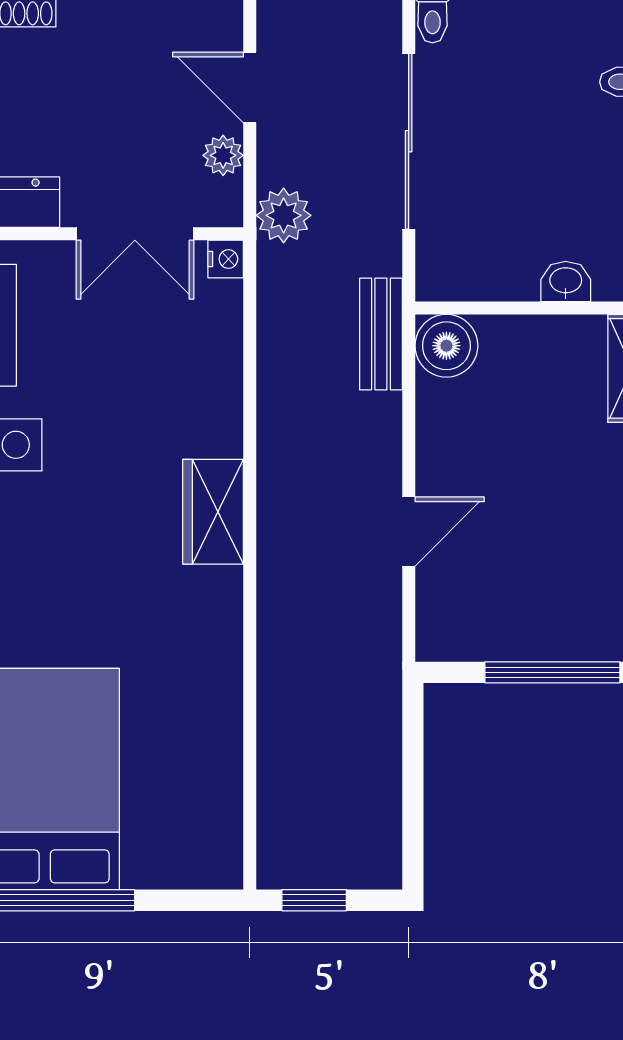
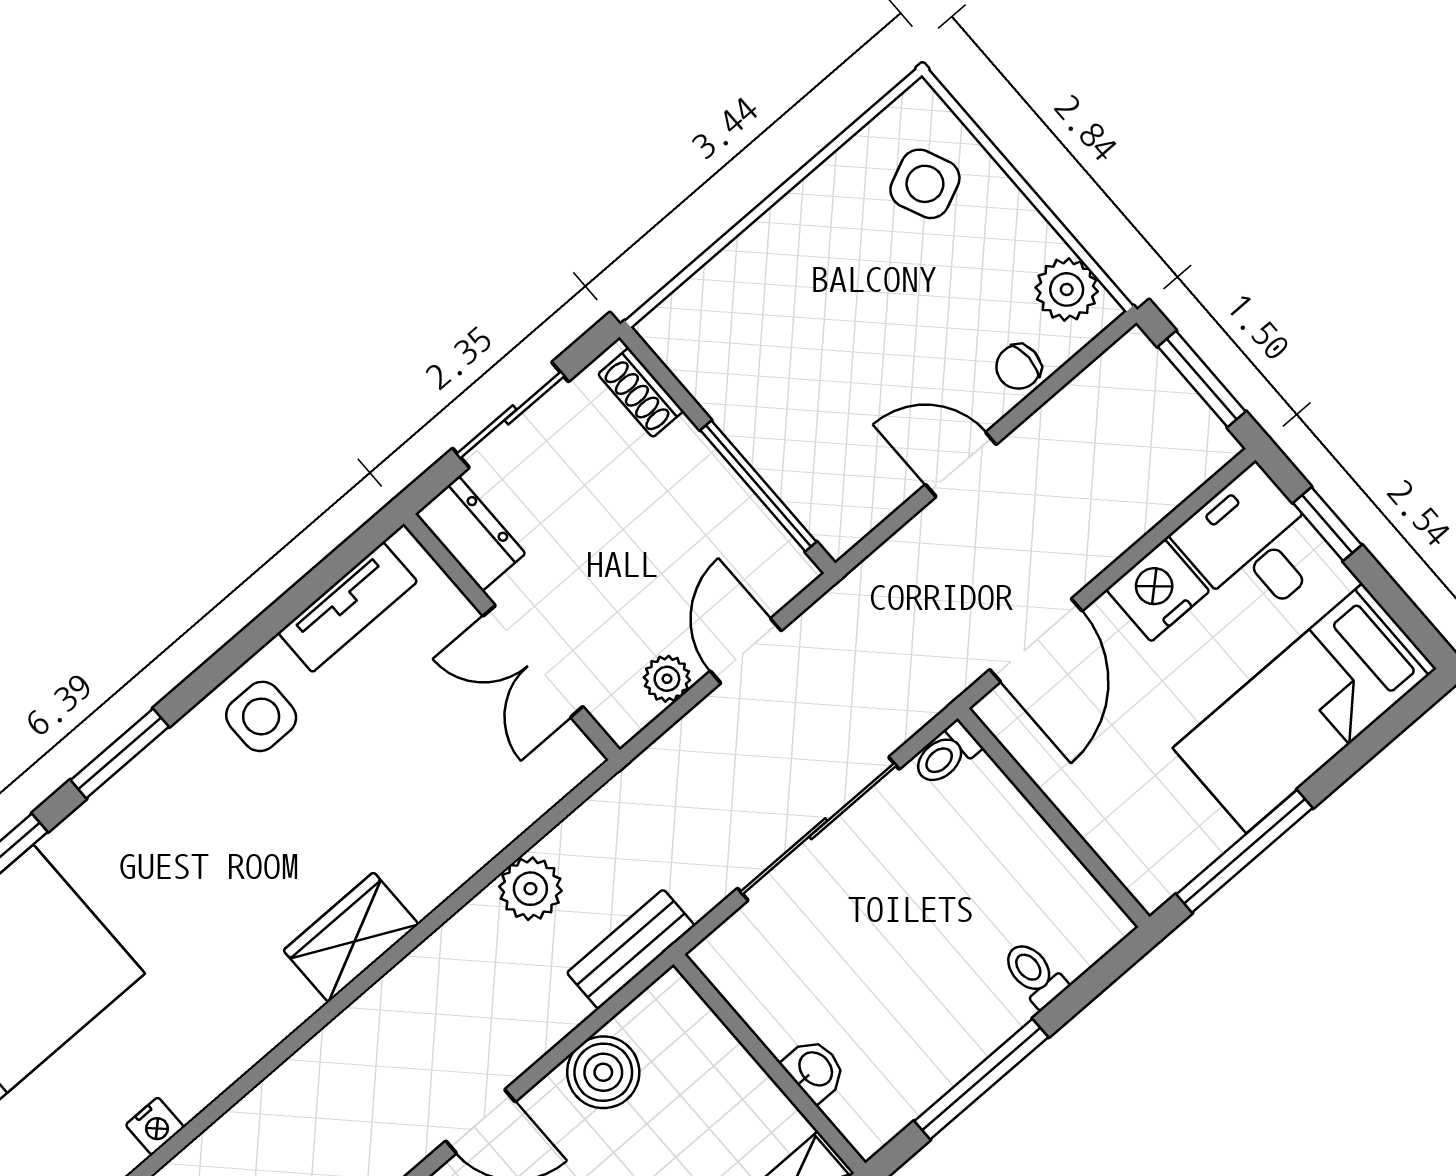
plant: (284, 215) -> (530, 889), moved
nightstand: (226, 259) -> (155, 1126), moved
boiler: (446, 346) -> (603, 1072), moved

